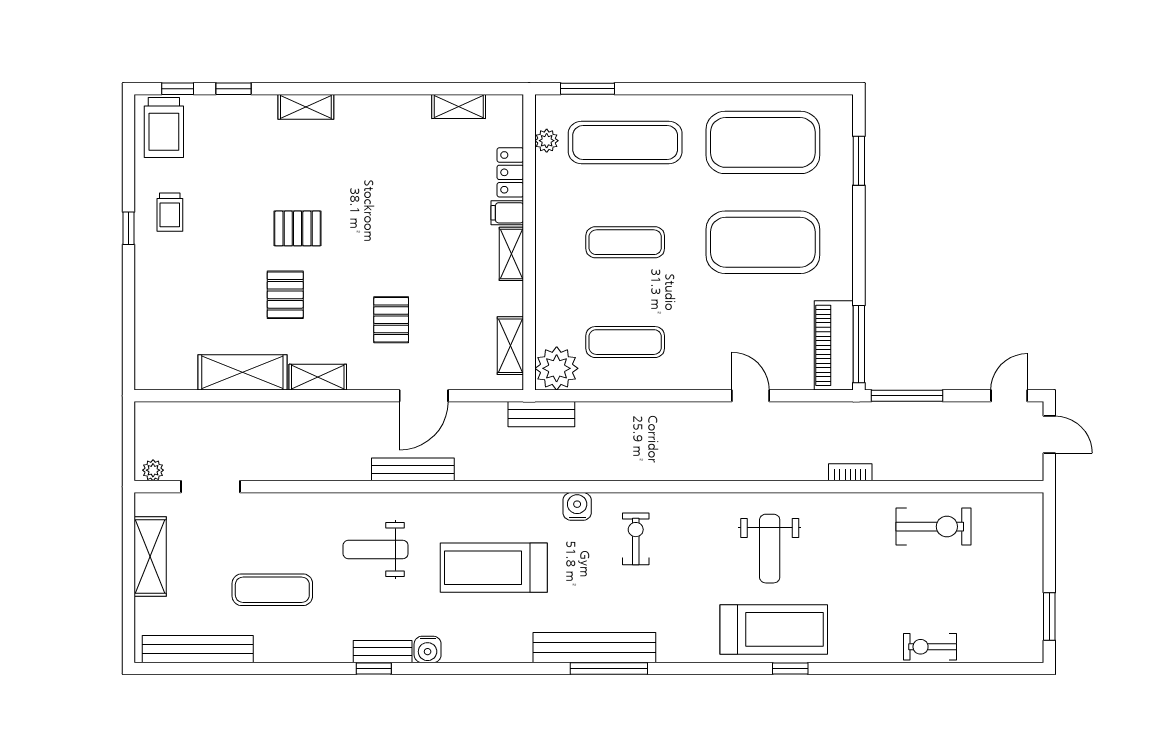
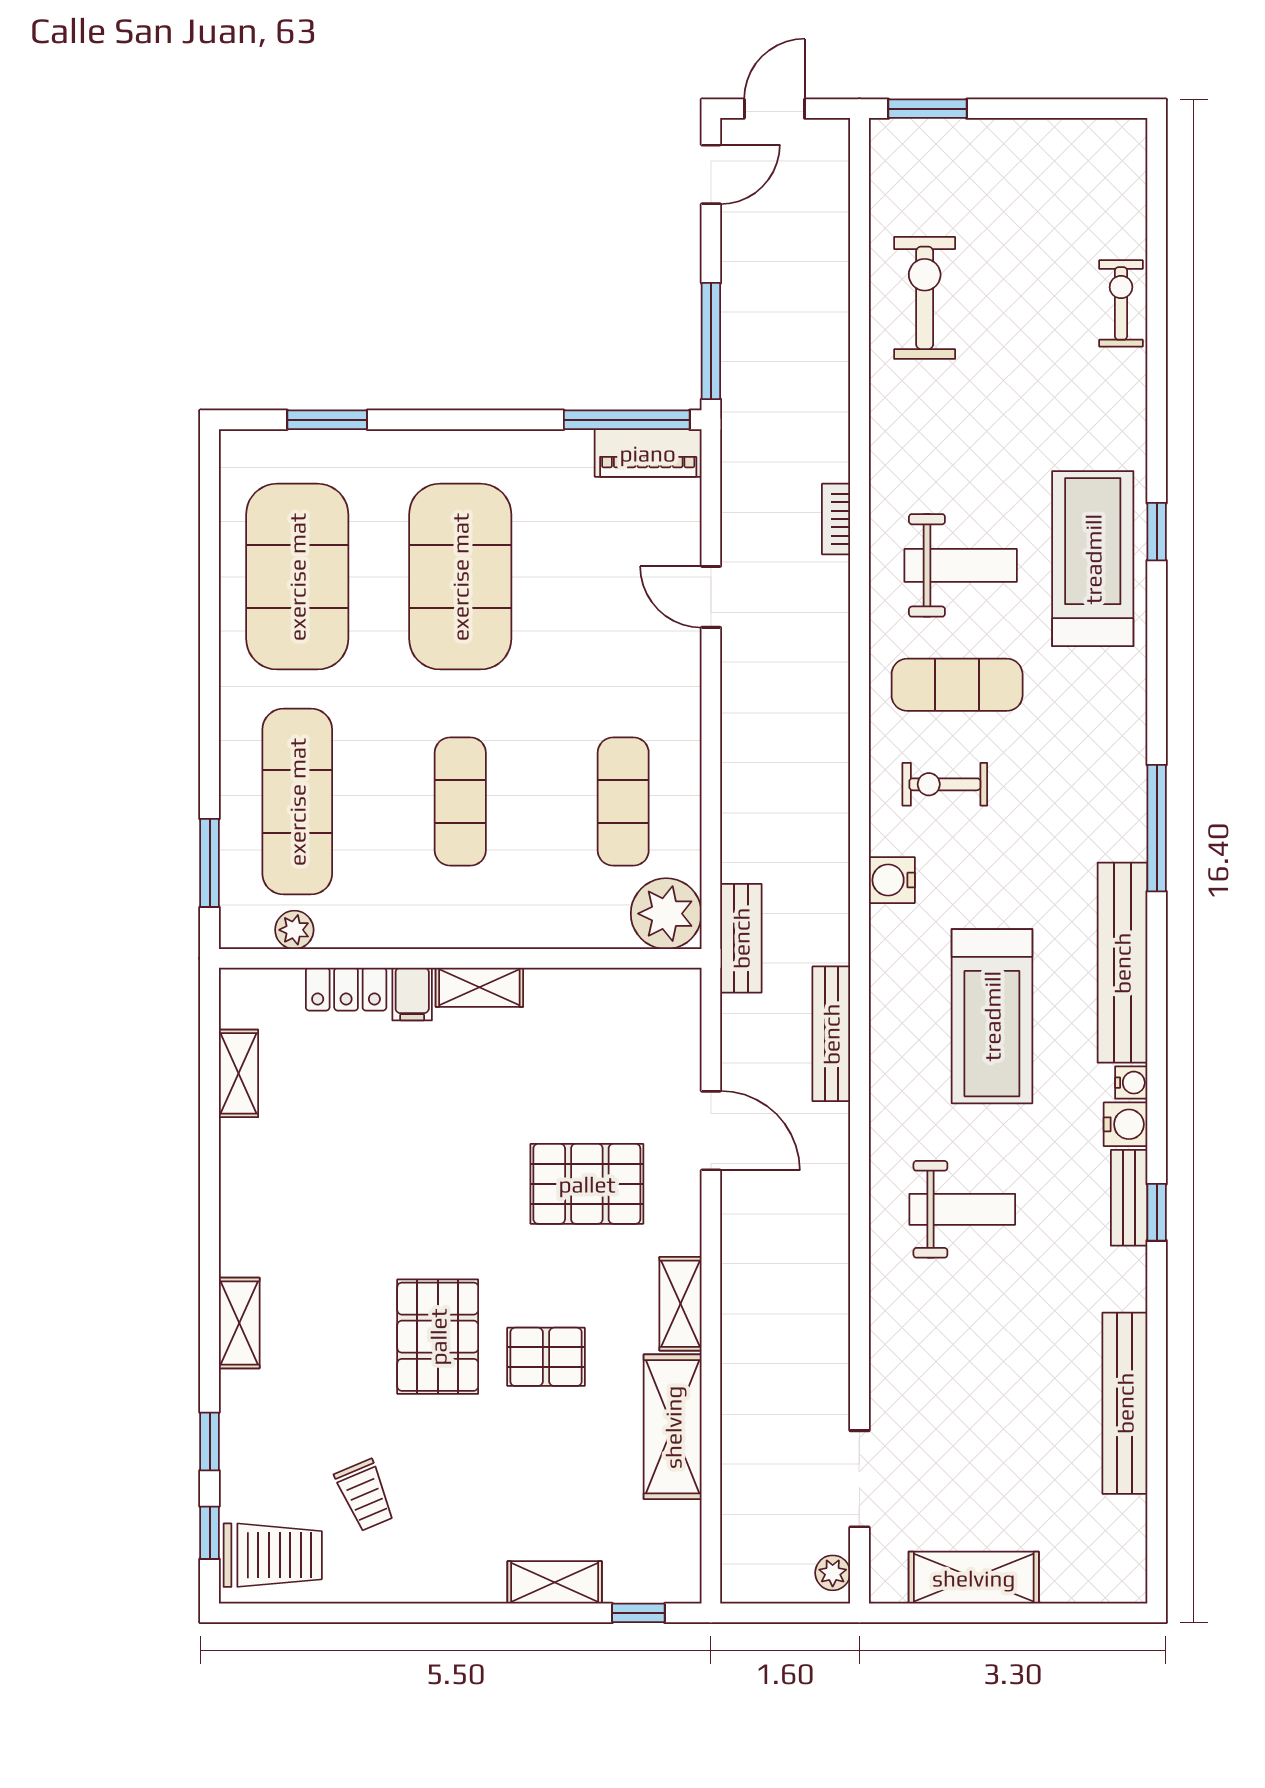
trolley: (170, 212) -> (365, 1495), moved, turned 67
window: (128, 228) -> (638, 1613), moved
pallet: (298, 228) -> (438, 1337), width x1.50, depth x1.42
pallet: (391, 320) -> (587, 1184), width x1.50, depth x1.42
piano: (834, 345) -> (648, 453), width x0.73, depth x0.75
shelving: (510, 346) -> (555, 1582), moved
door: (750, 396) -> (711, 597), hinge flipped
door: (1009, 396) -> (711, 174), swing flipped
bench: (413, 469) -> (831, 1034), moved
bookcase: (850, 472) -> (836, 519), moved
weight bench: (376, 550) -> (962, 1209), turned -90
exercise mat: (272, 590) -> (957, 685), moved, turned 90
window: (1049, 616) -> (928, 109), moved
exercise bike: (930, 647) -> (1121, 303), turned 180
bench: (594, 648) -> (1122, 963), moved
bench: (198, 649) -> (1125, 1403), moved
water cooler: (453, 653) -> (1131, 1083), added

